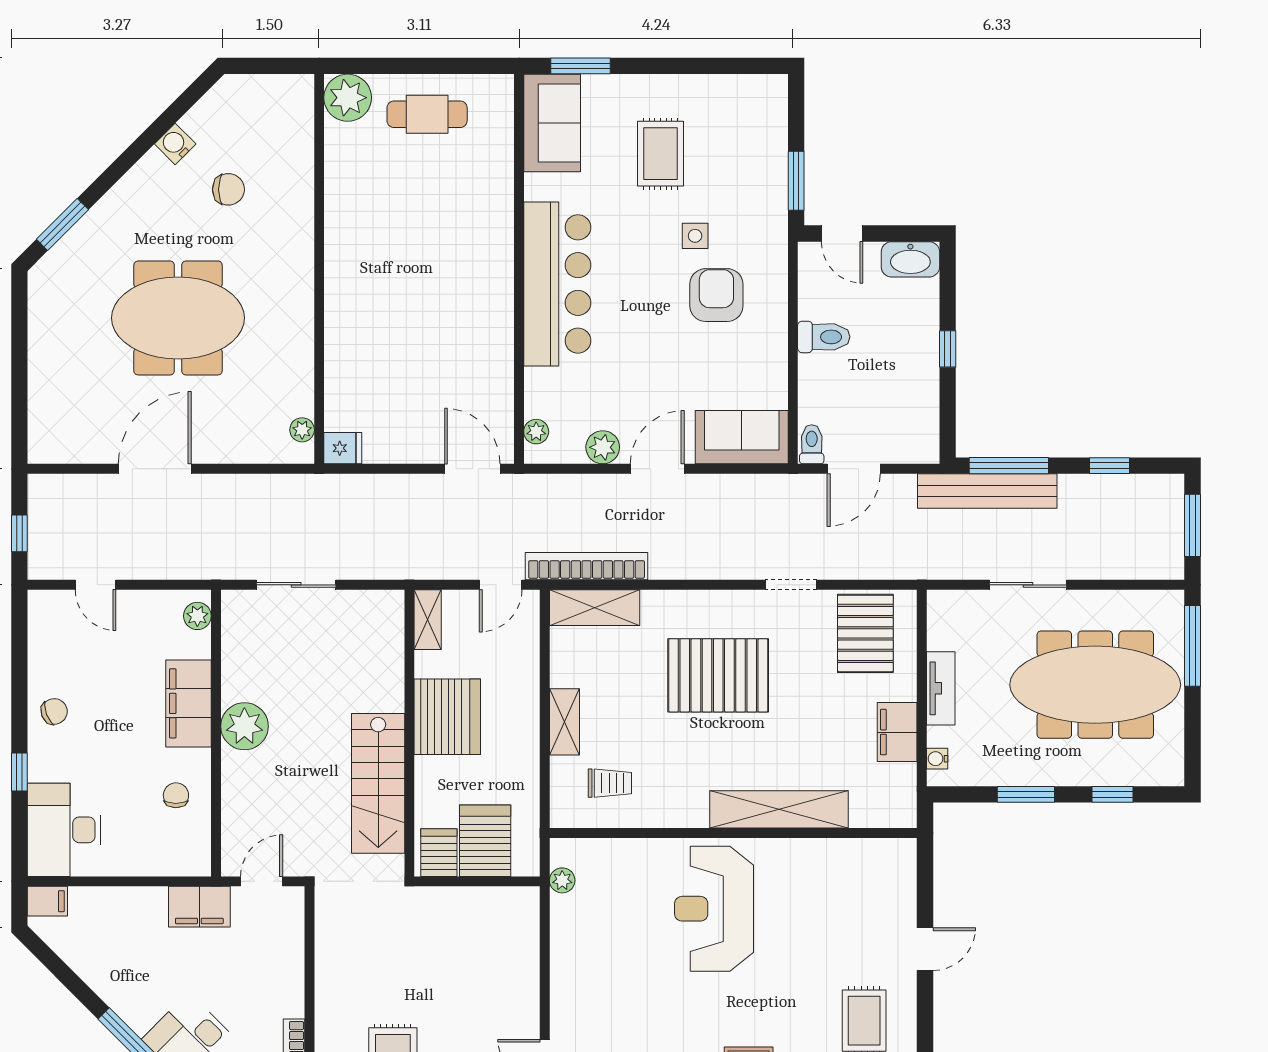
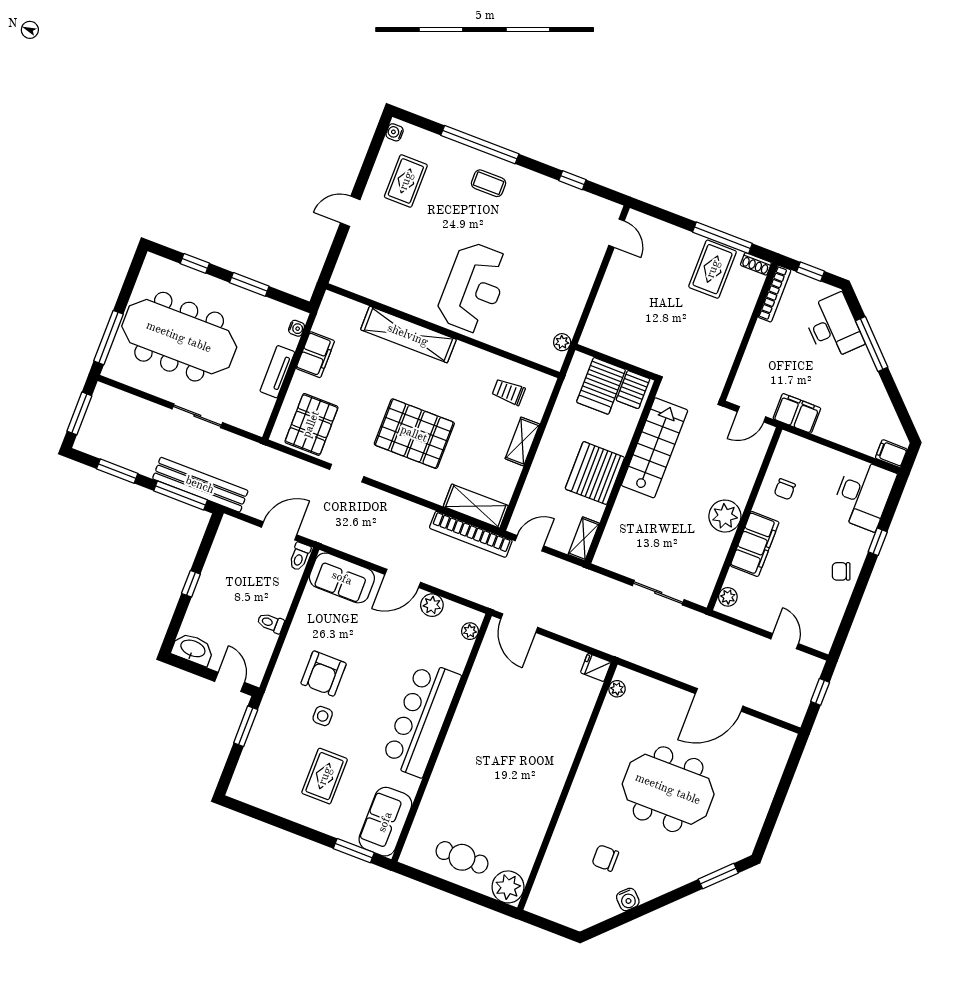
toilet: (824, 337) -> (271, 623), width x0.73, depth x0.72
window: (1109, 466) -> (117, 471), width x1.50

